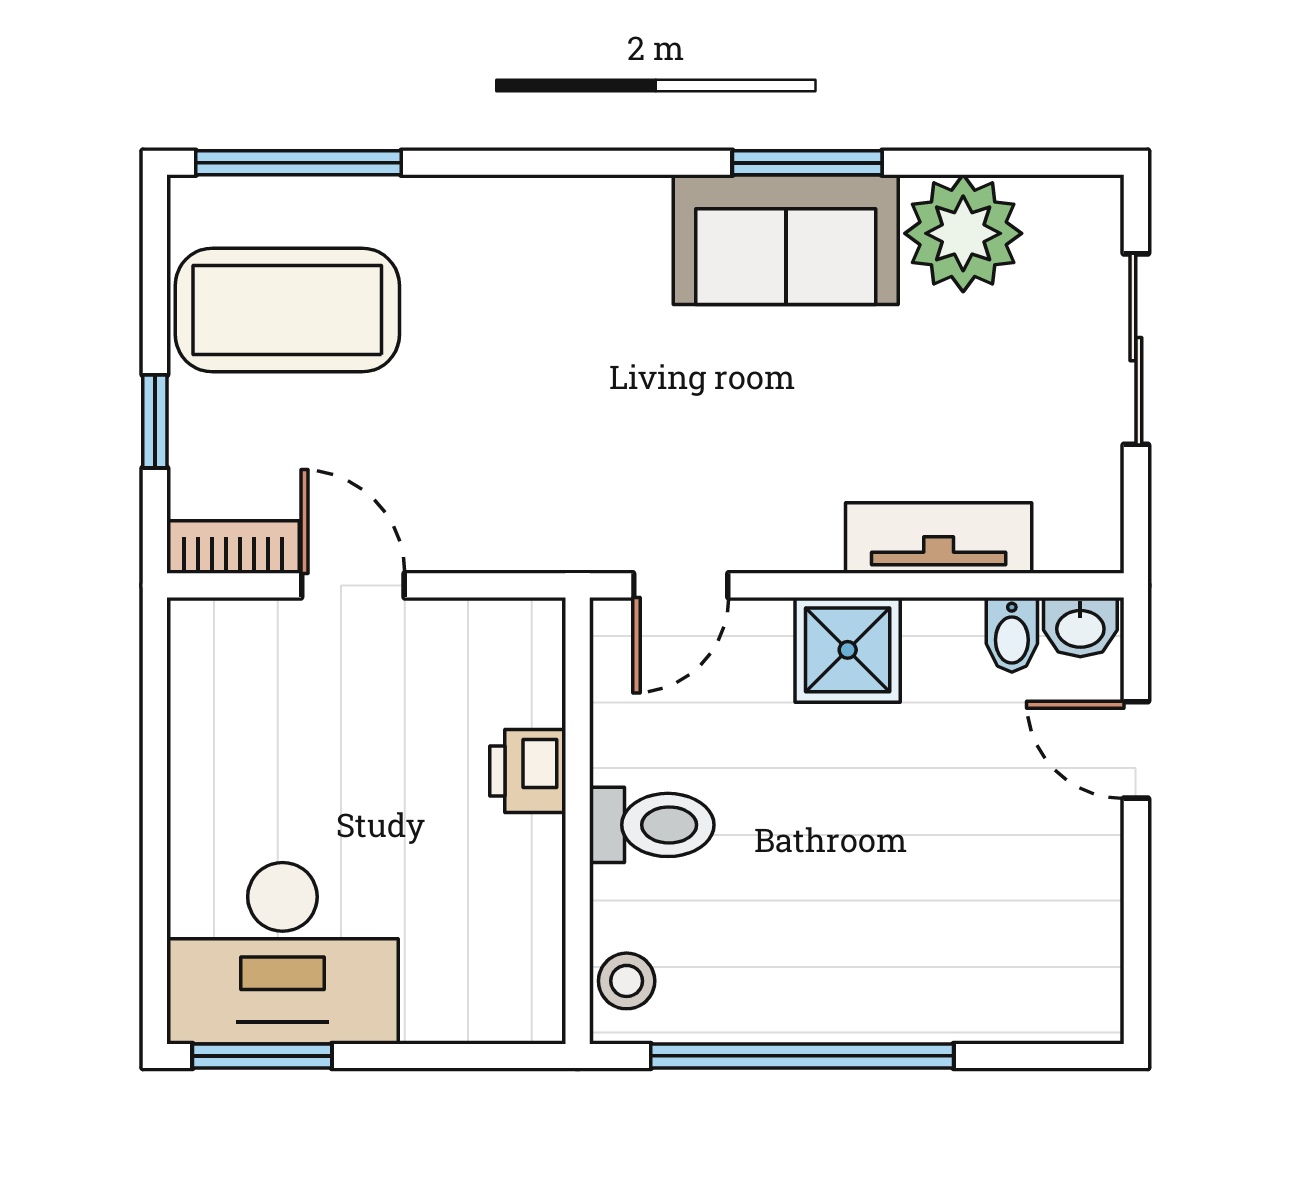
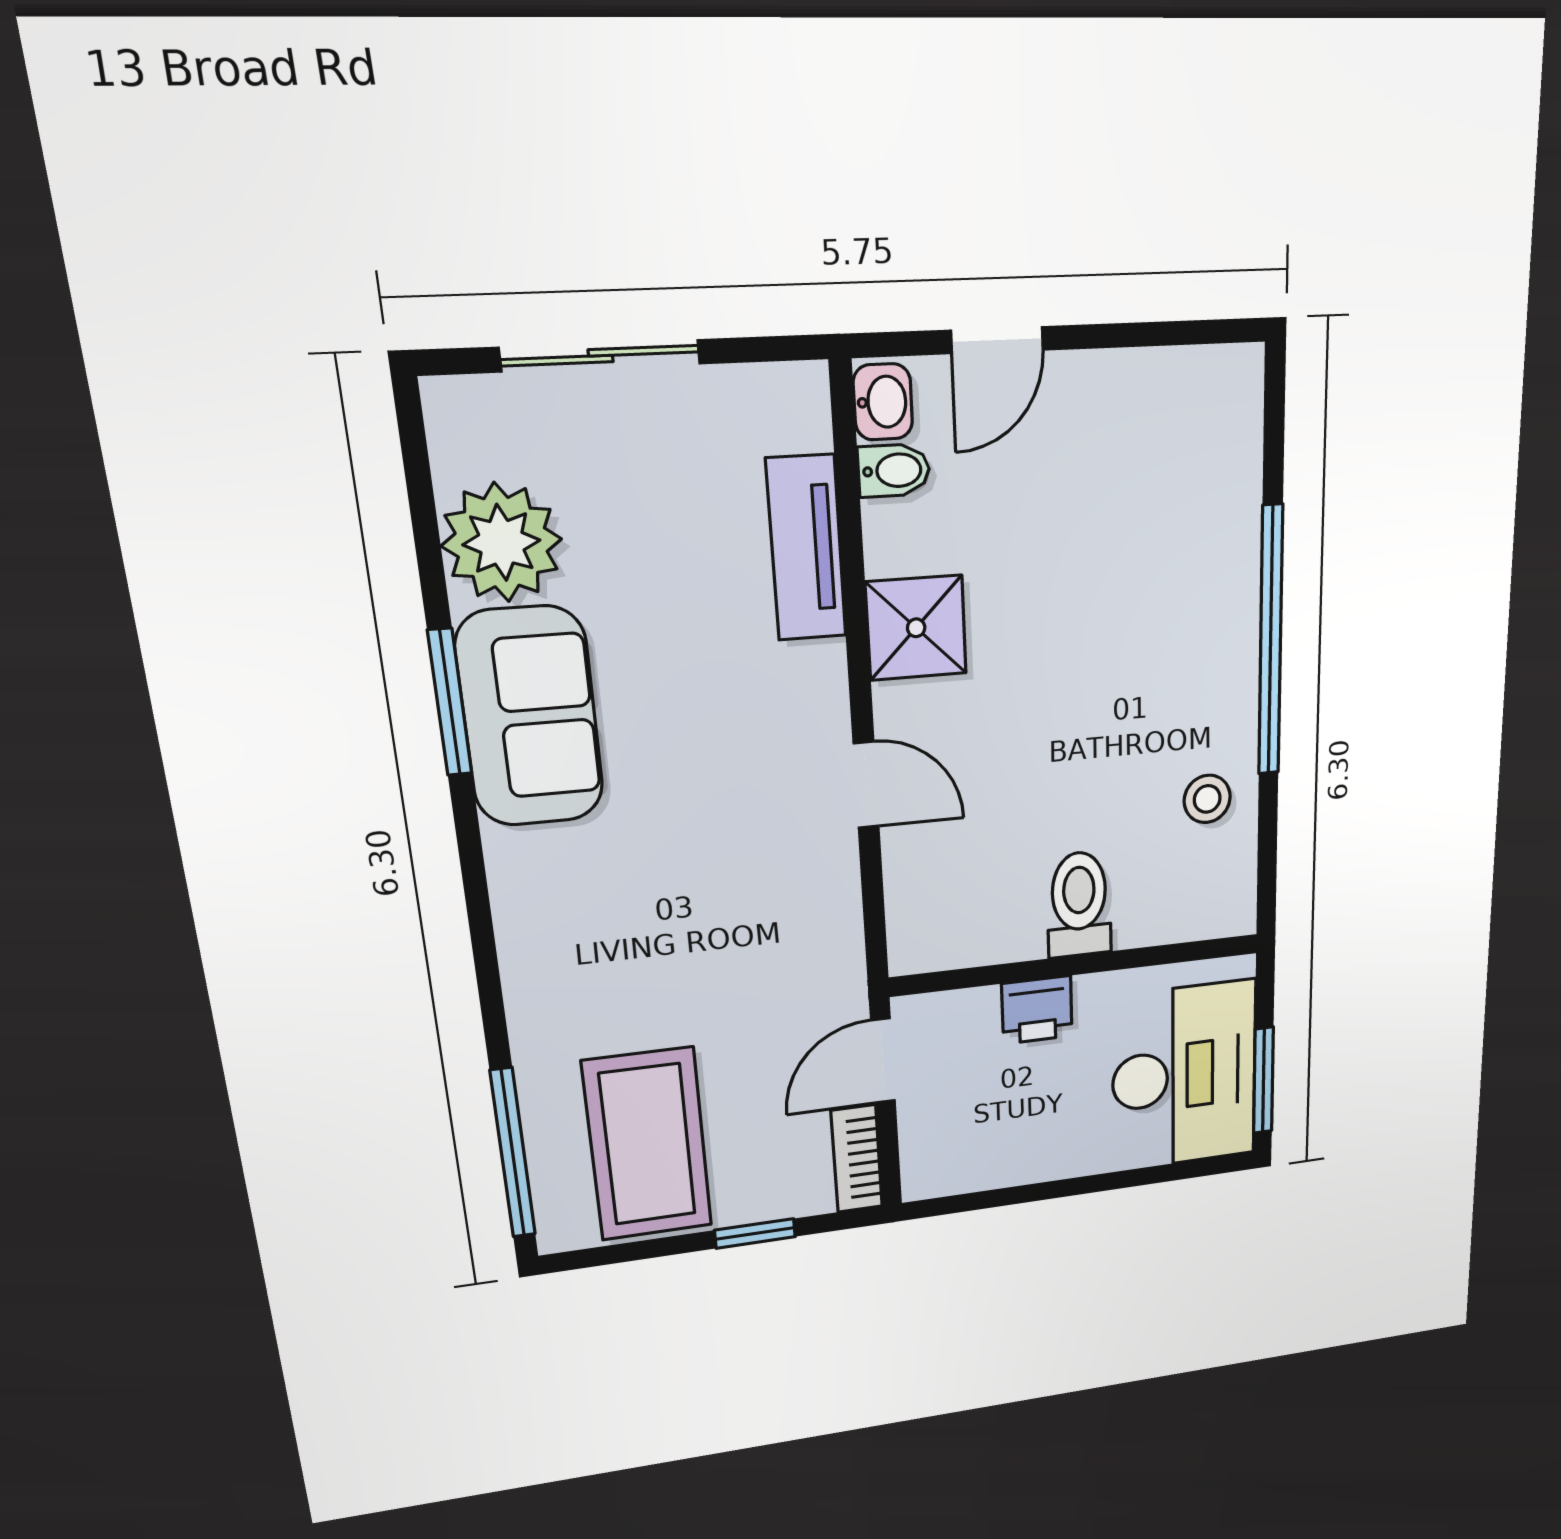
printer: (528, 771) -> (1037, 1010), moved
wall: (578, 821) -> (1077, 965), moved
toilet: (652, 825) -> (1079, 904), moved

